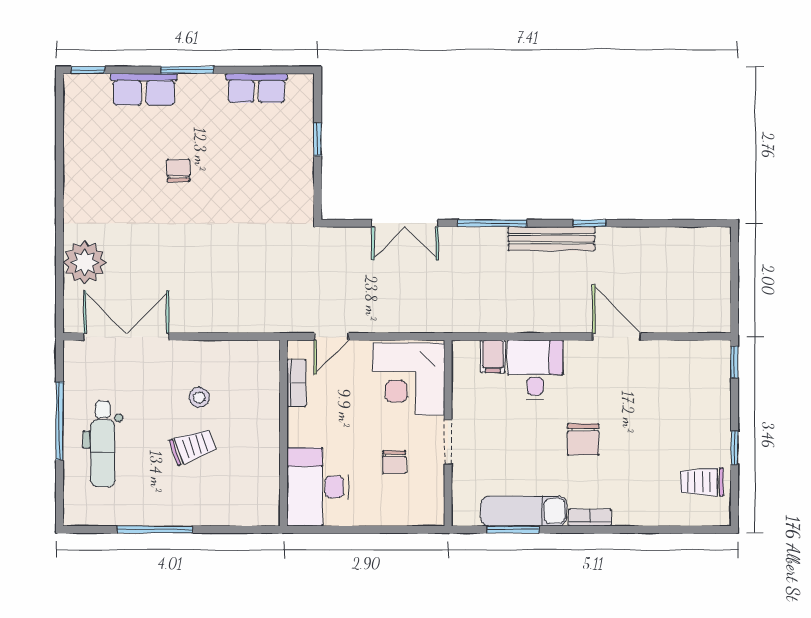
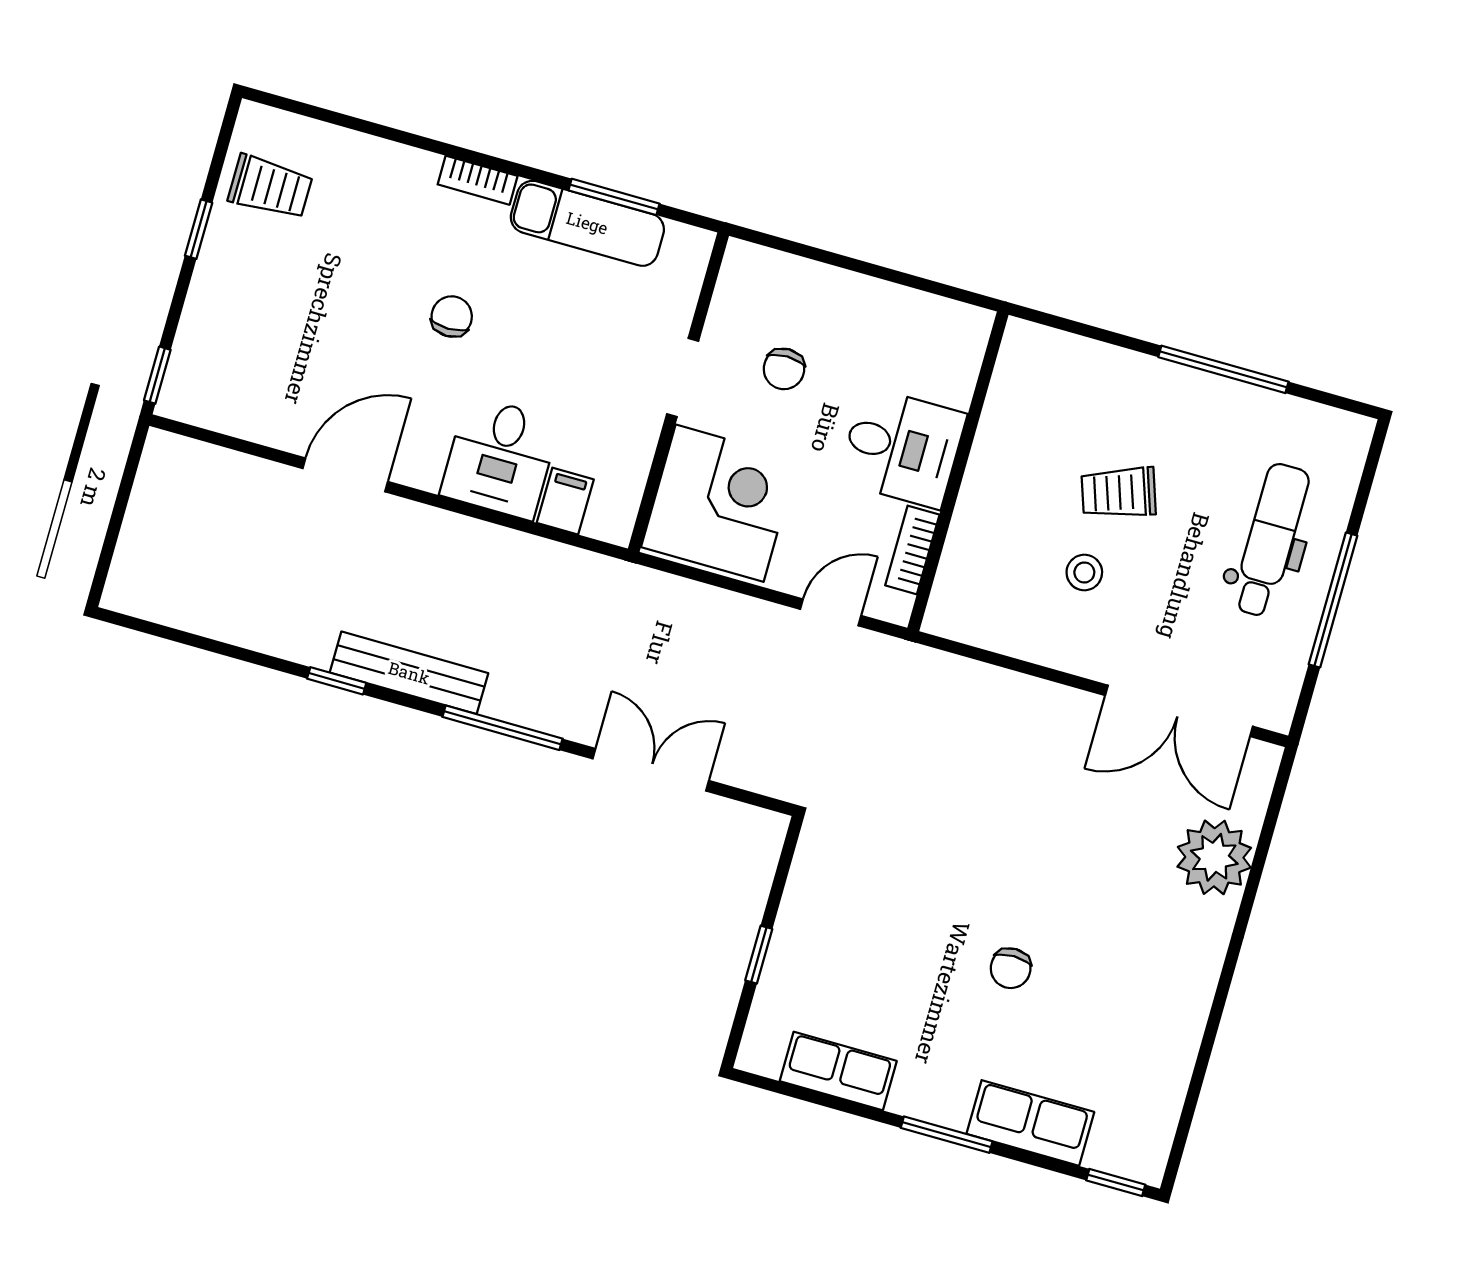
door: (617, 337) -> (345, 475), swing flipped
chair: (583, 439) -> (452, 317), width x0.73, depth x0.73
chair: (394, 462) -> (784, 369), turned 180
desk: (318, 487) -> (902, 448), moved, width x0.73

